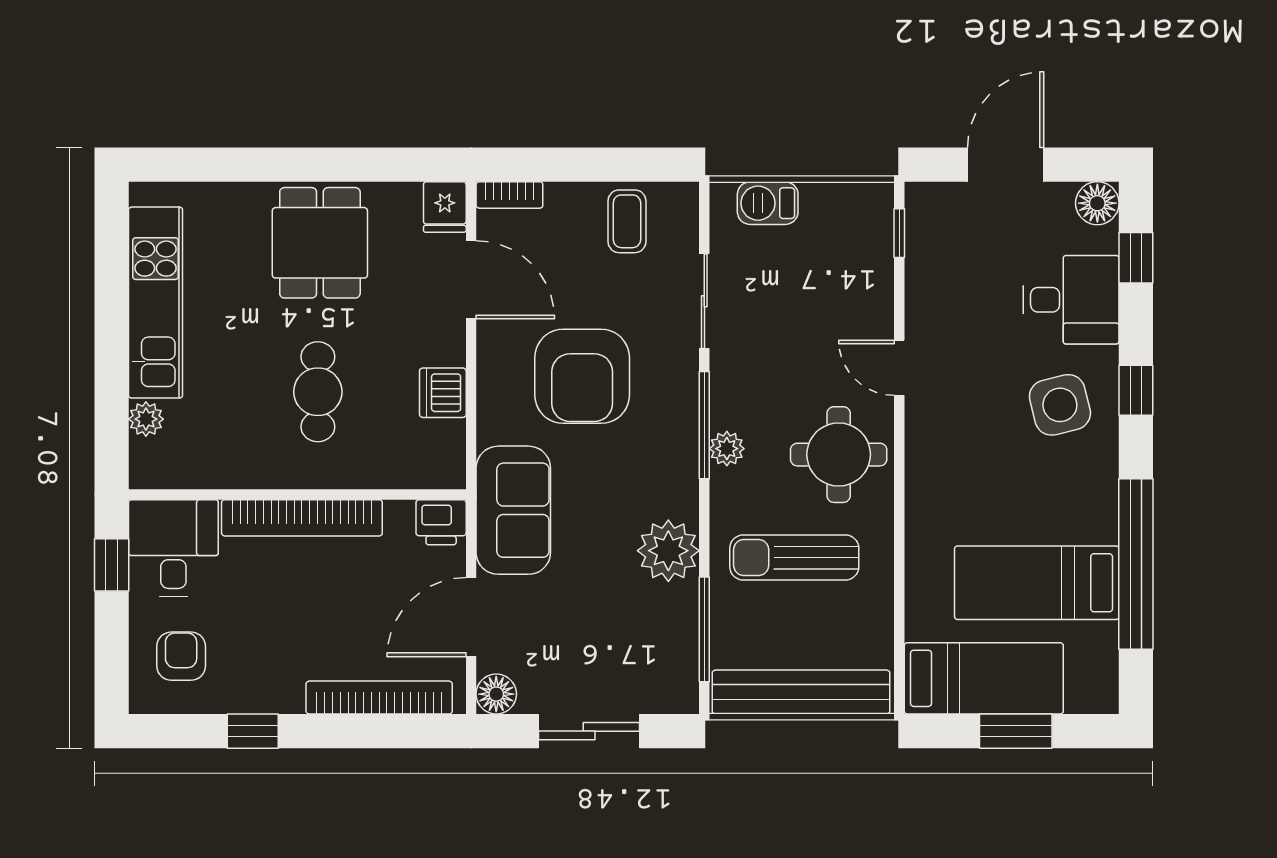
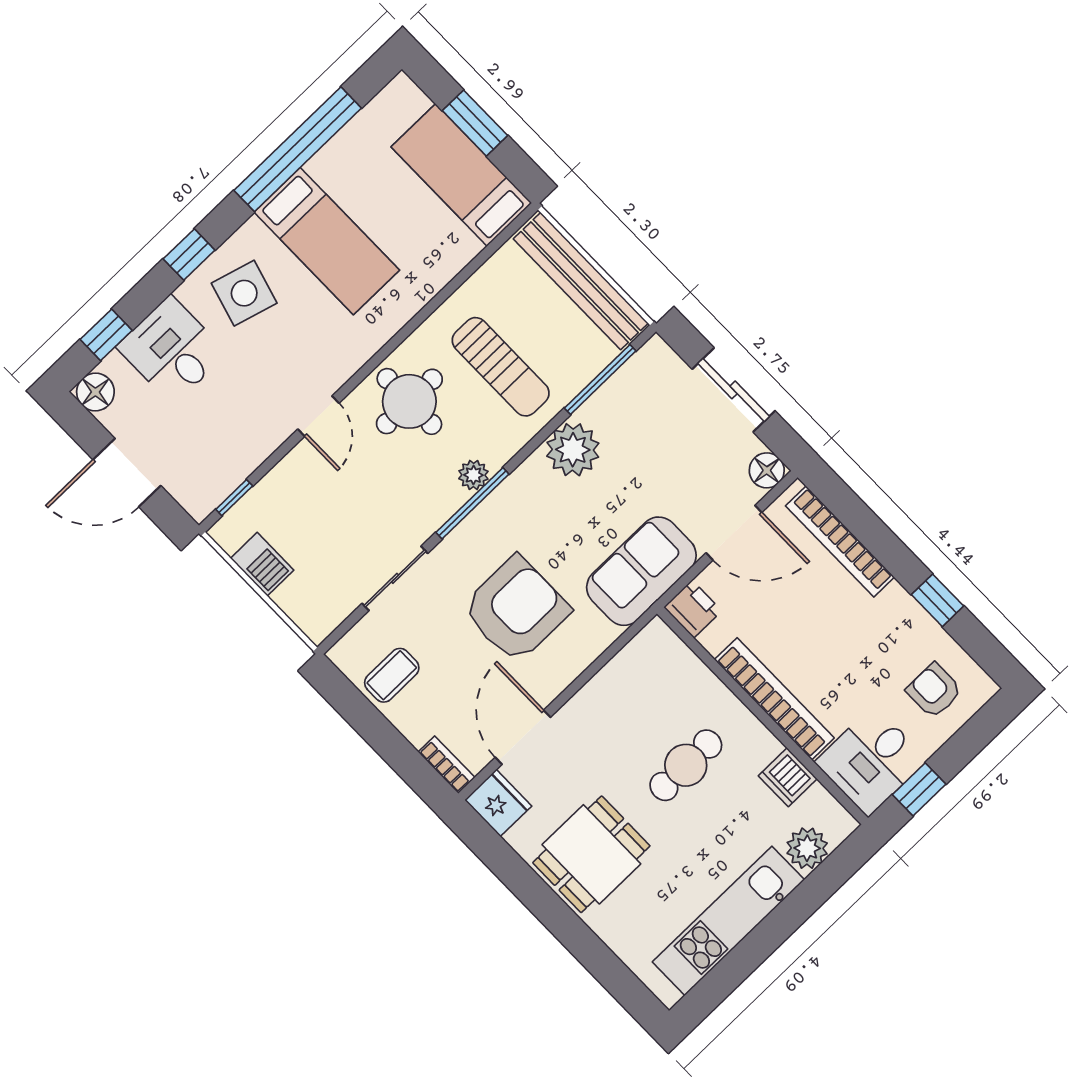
barbecue: (768, 203) -> (262, 564), moved
fridge: (445, 207) -> (498, 803), width x1.38
dishwasher: (443, 393) -> (788, 777), moved, turned 90
side table: (1060, 405) -> (244, 293), turned 30
plant: (146, 419) -> (807, 848), width x1.38, depth x1.38
bed: (1037, 583) -> (327, 241), moved
armchair: (181, 656) -> (934, 691), turned 90

